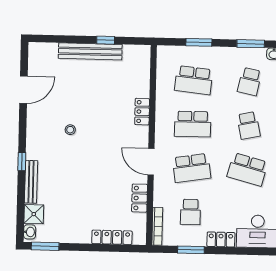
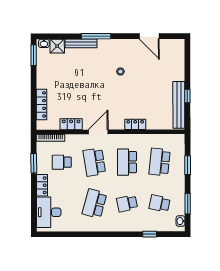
bench: (90, 51) -> (179, 105), moved
window: (22, 161) -> (96, 36), width x2.17

